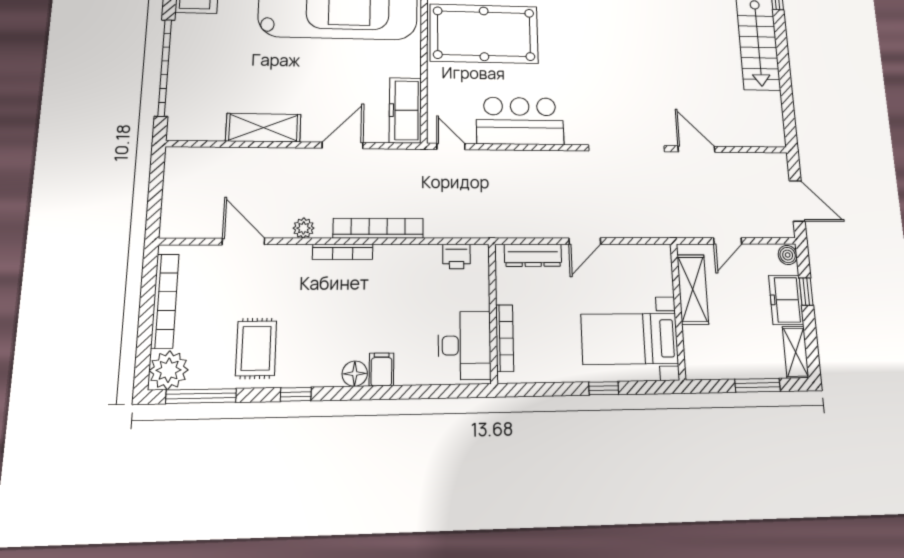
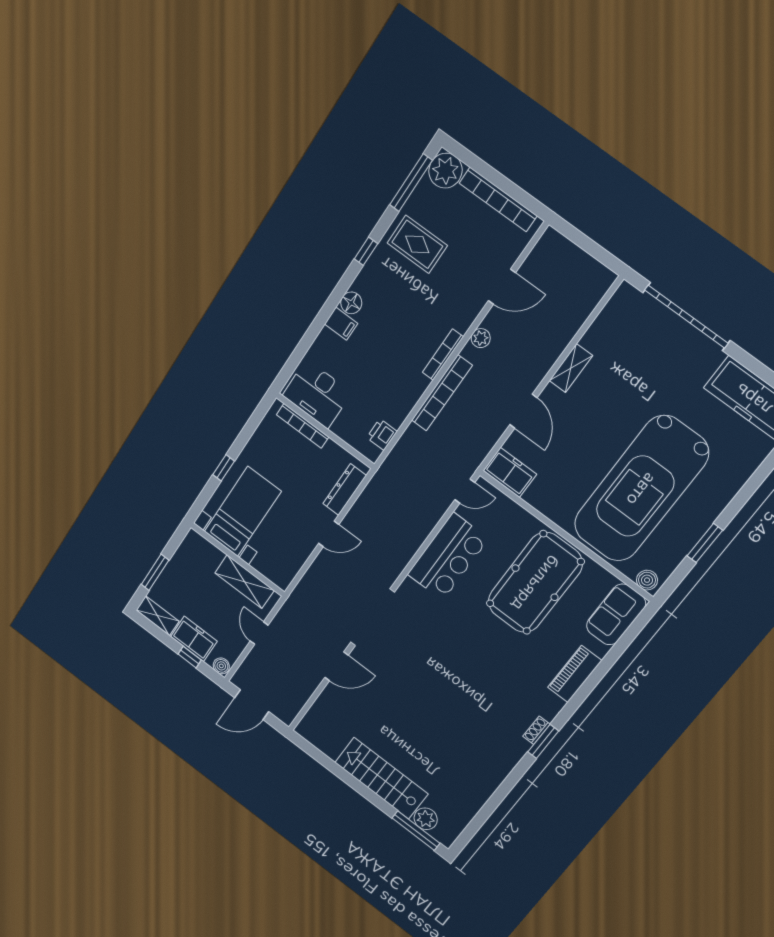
freezer: (405, 110) -> (510, 472), width x0.71
shelving: (263, 128) -> (571, 368), width x0.67, depth x0.75
door: (585, 241) -> (329, 534), swing flipped

